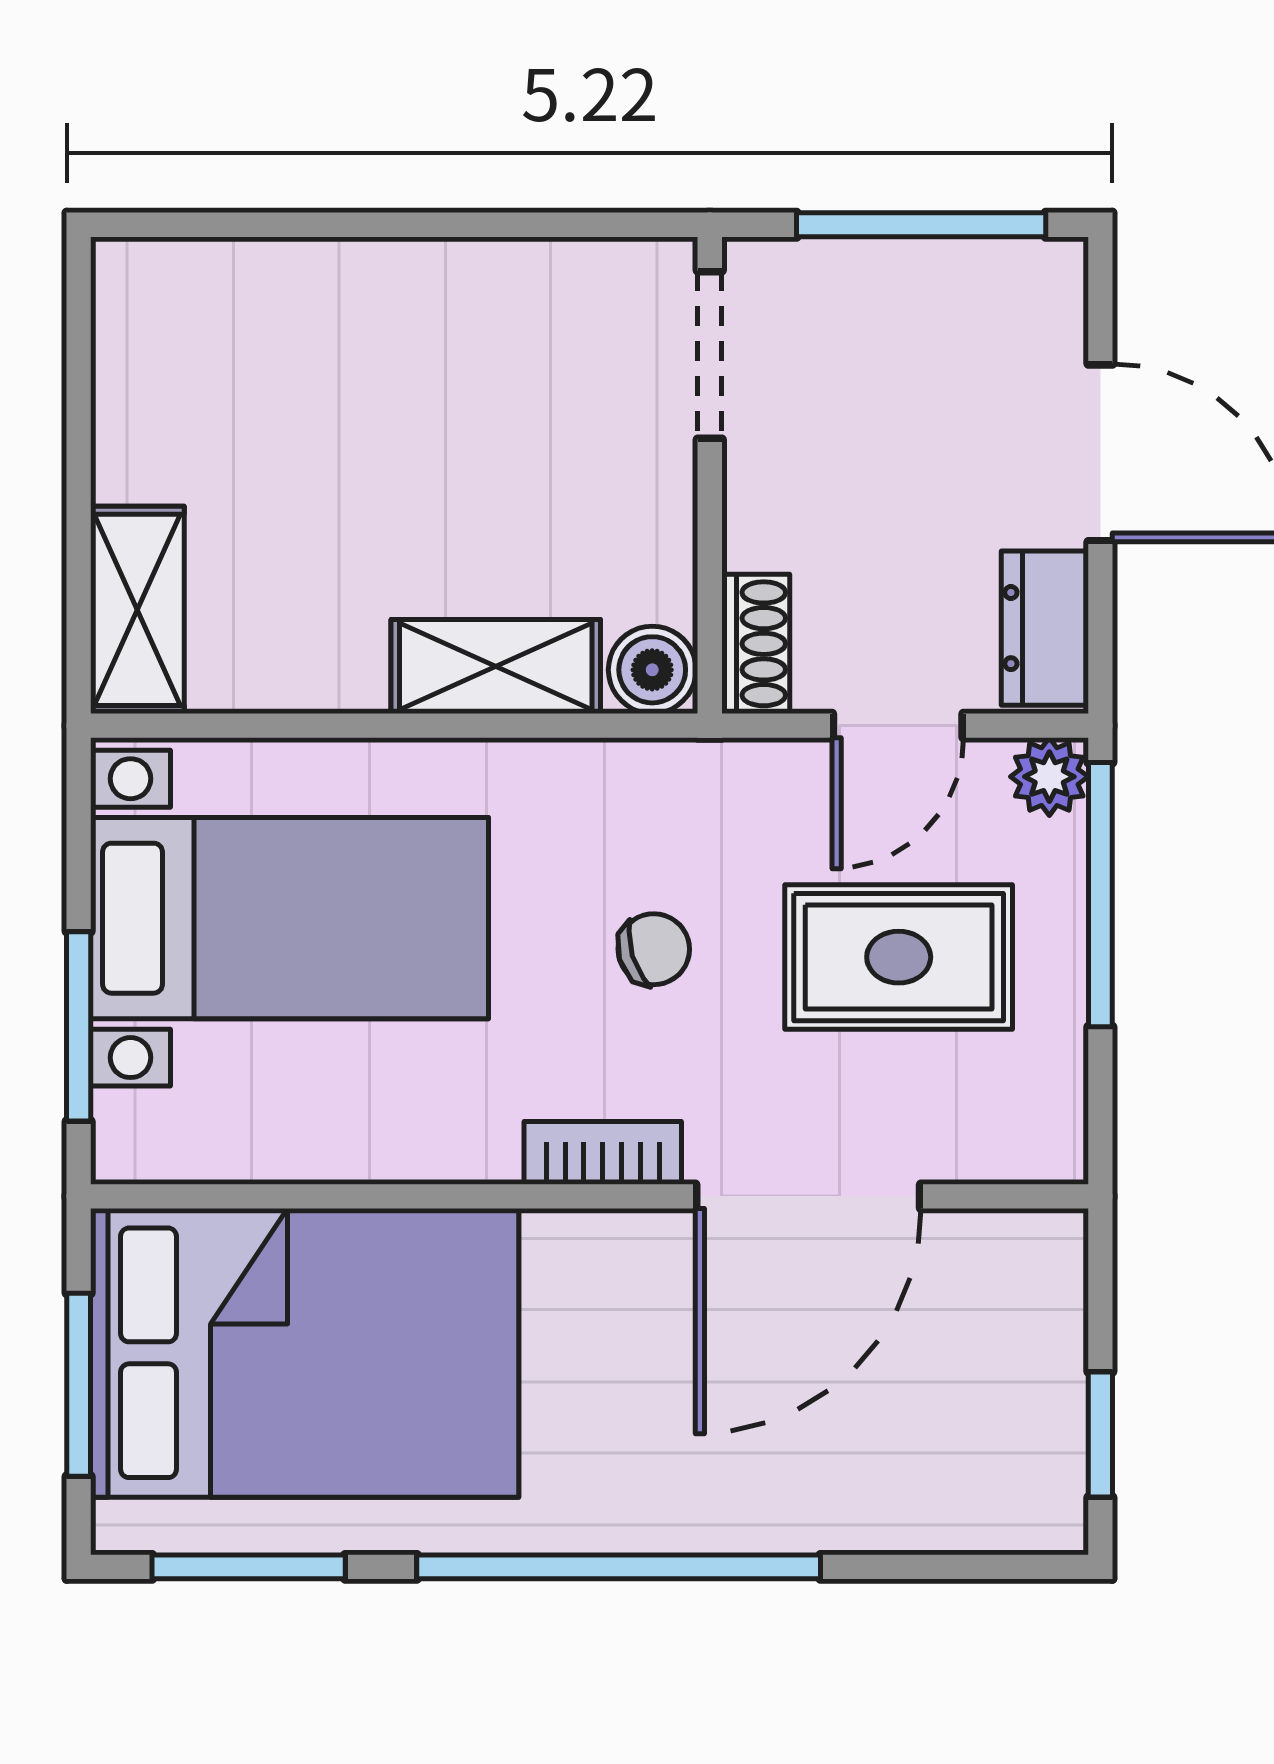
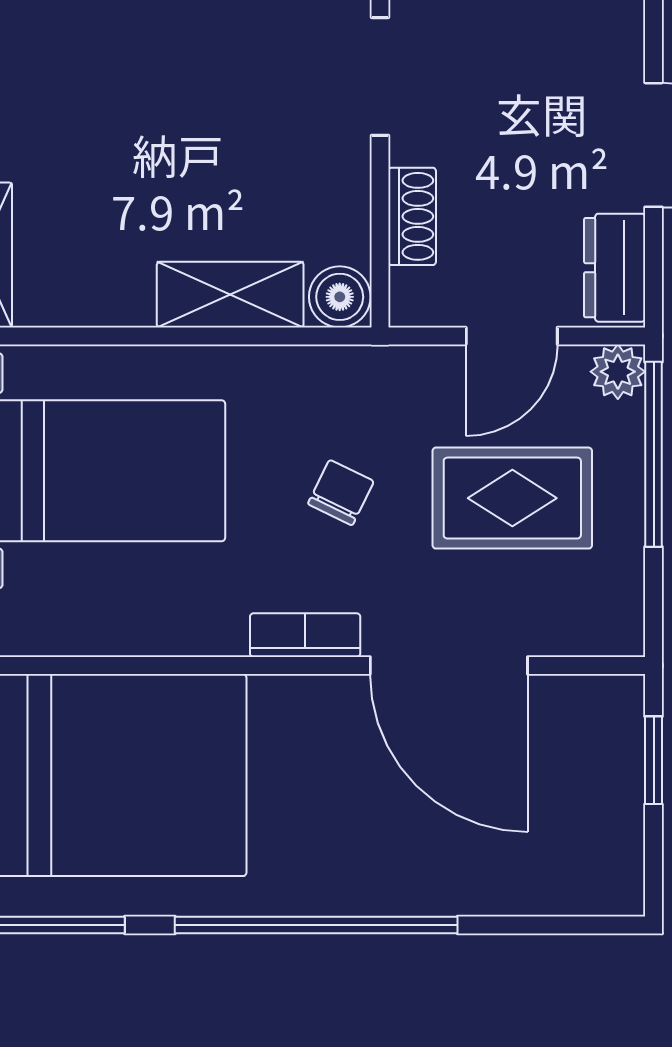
shoe rack: (756, 644) -> (412, 216), moved
chair: (654, 949) -> (341, 493), turned -47
door: (808, 1196) -> (449, 666), hinge flipped
window: (1100, 1434) -> (654, 760), moved

